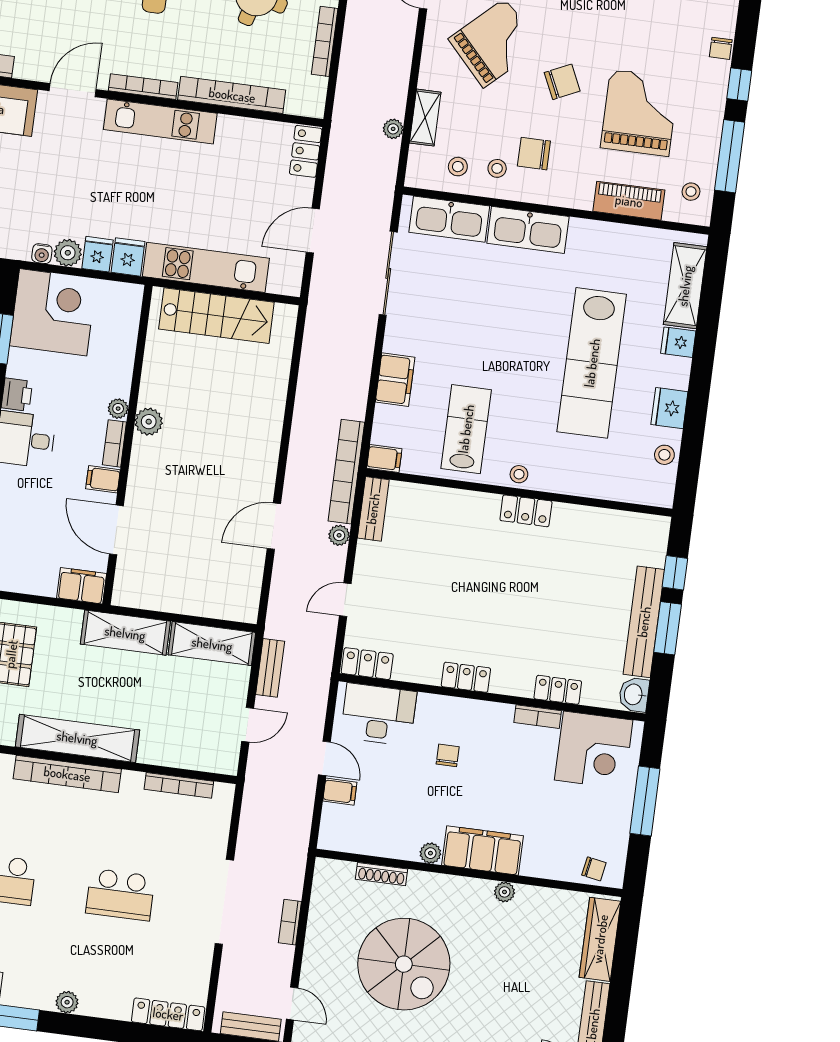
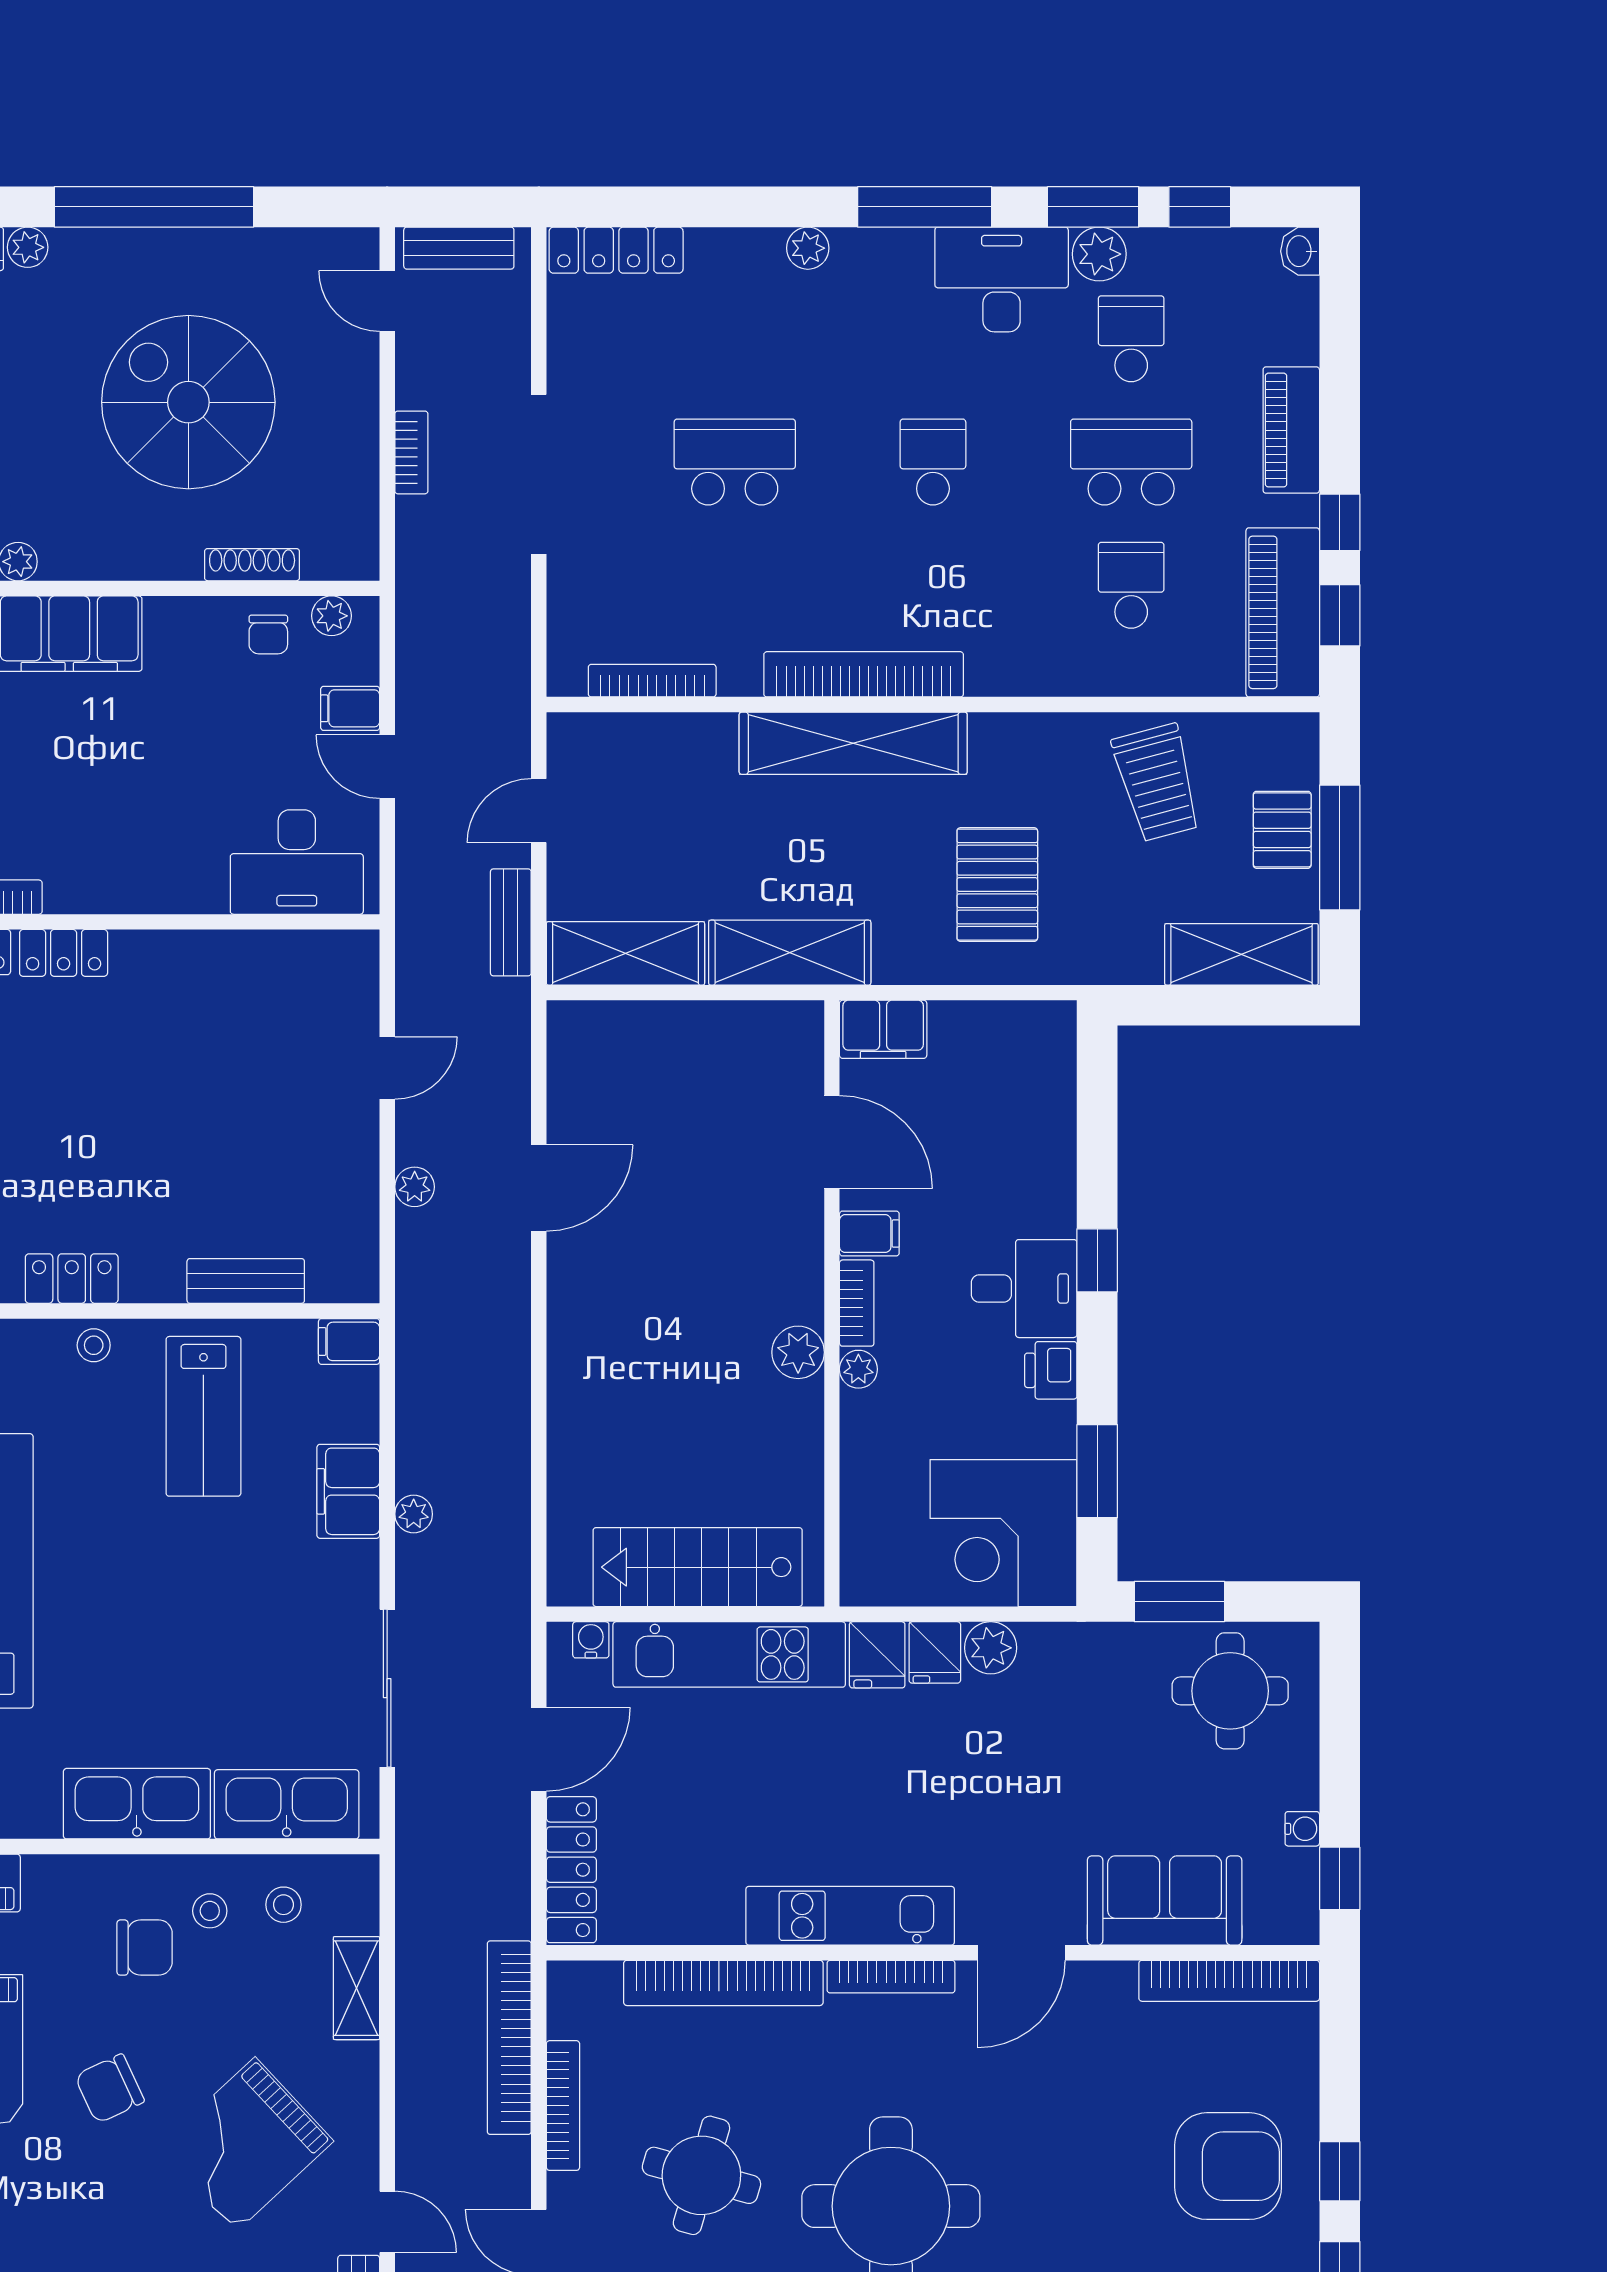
plant: (393, 129) -> (414, 1514), moved
locker: (306, 151) -> (571, 1870), width x1.53
water cooler: (42, 254) -> (591, 1640), moved
bookcase: (346, 472) -> (509, 2038), moved, turned 180
bench: (373, 509) -> (246, 1281), moved, turned 90
locker: (367, 664) -> (331, 954), removed
locker: (466, 677) -> (64, 953), moved
chair: (448, 755) -> (268, 634), moved
plant: (430, 853) -> (332, 616), moved

